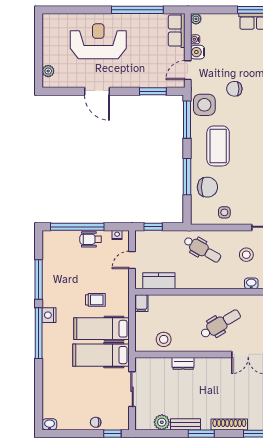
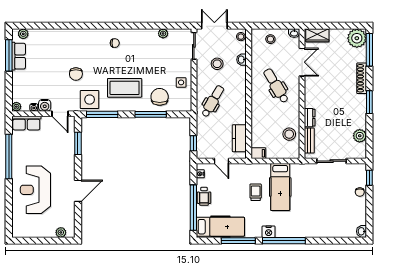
hospital bed: (101, 355) -> (220, 227), moved, turned -90
bench: (186, 424) -> (309, 140), moved

